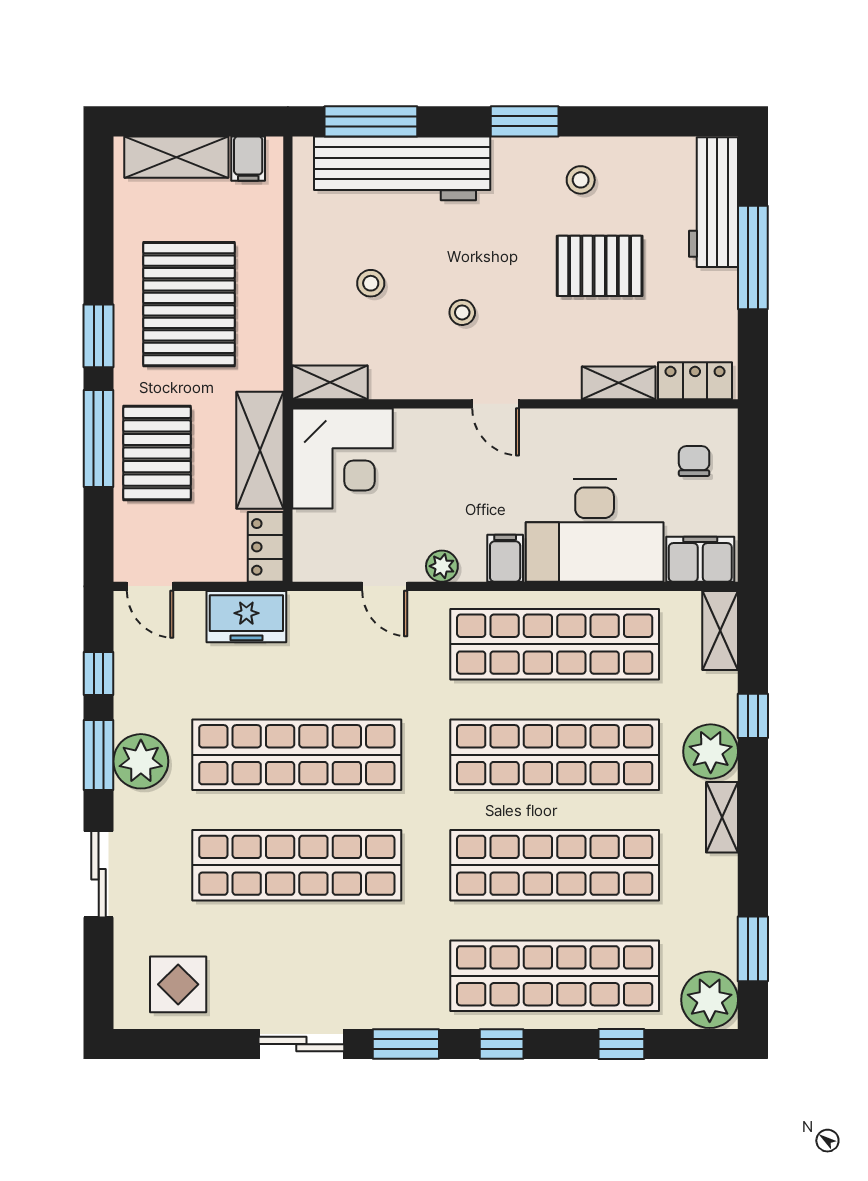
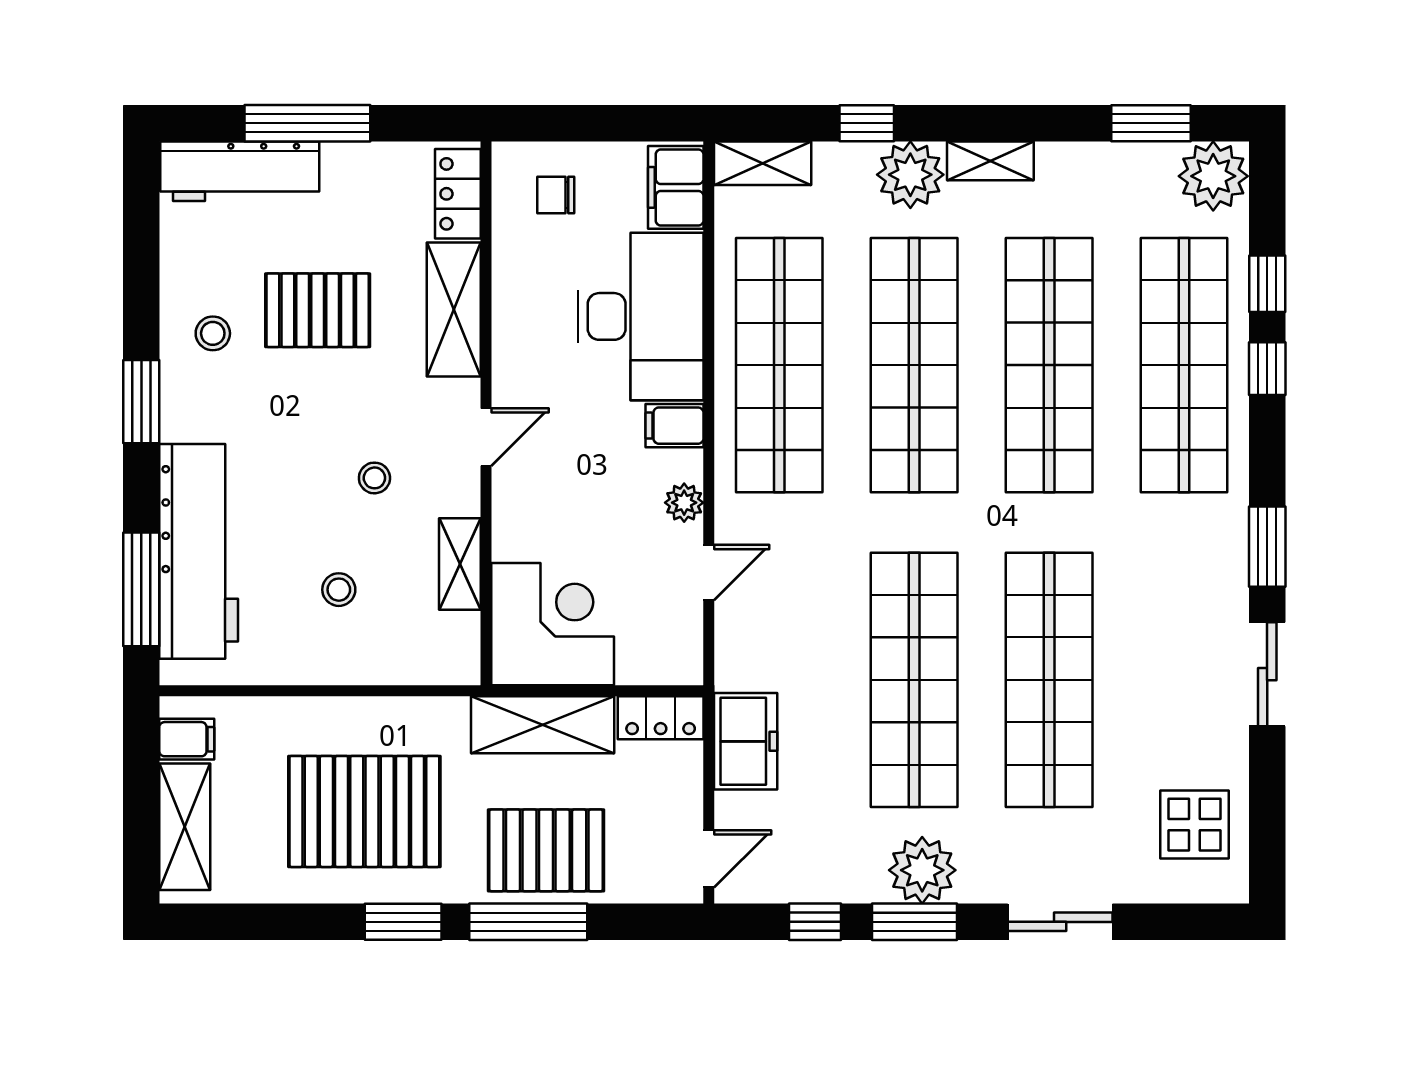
pallet: (600, 266) -> (318, 310), turned 90
shelving: (330, 382) -> (460, 564), moved
shelving: (619, 383) -> (454, 309), width x1.50, depth x1.33
window: (502, 1044) -> (1267, 369), moved

